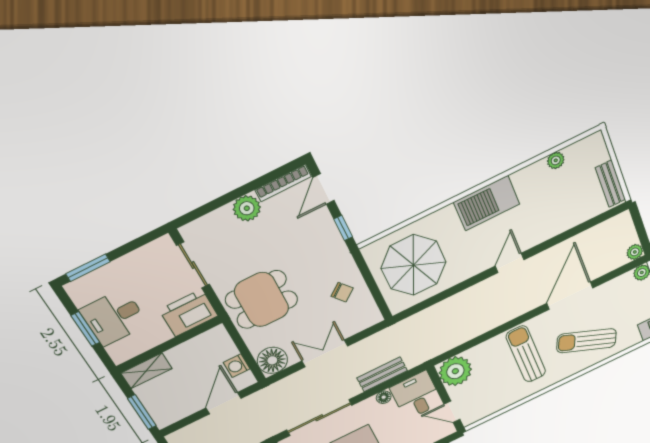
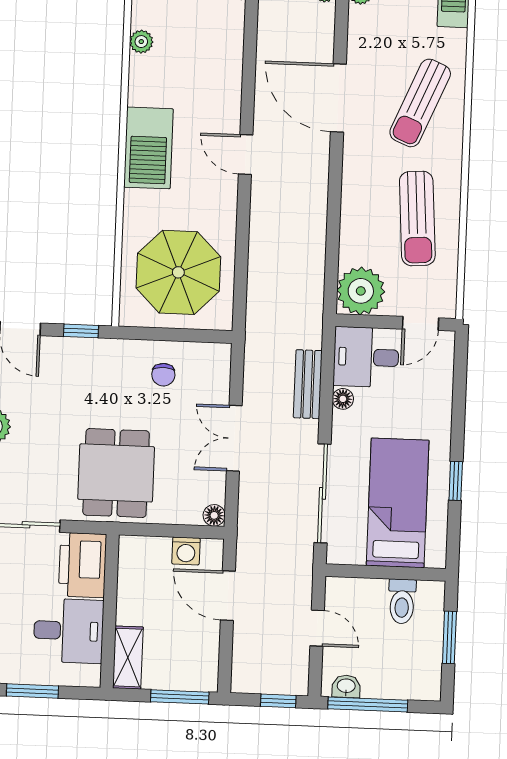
chair: (342, 292) -> (163, 375), turned 129
desk: (114, 317) -> (69, 631), moved, turned -90
sun lounger: (526, 354) -> (417, 218), moved, turned -94
floor lamp: (272, 360) -> (214, 515), width x0.53, depth x0.53

